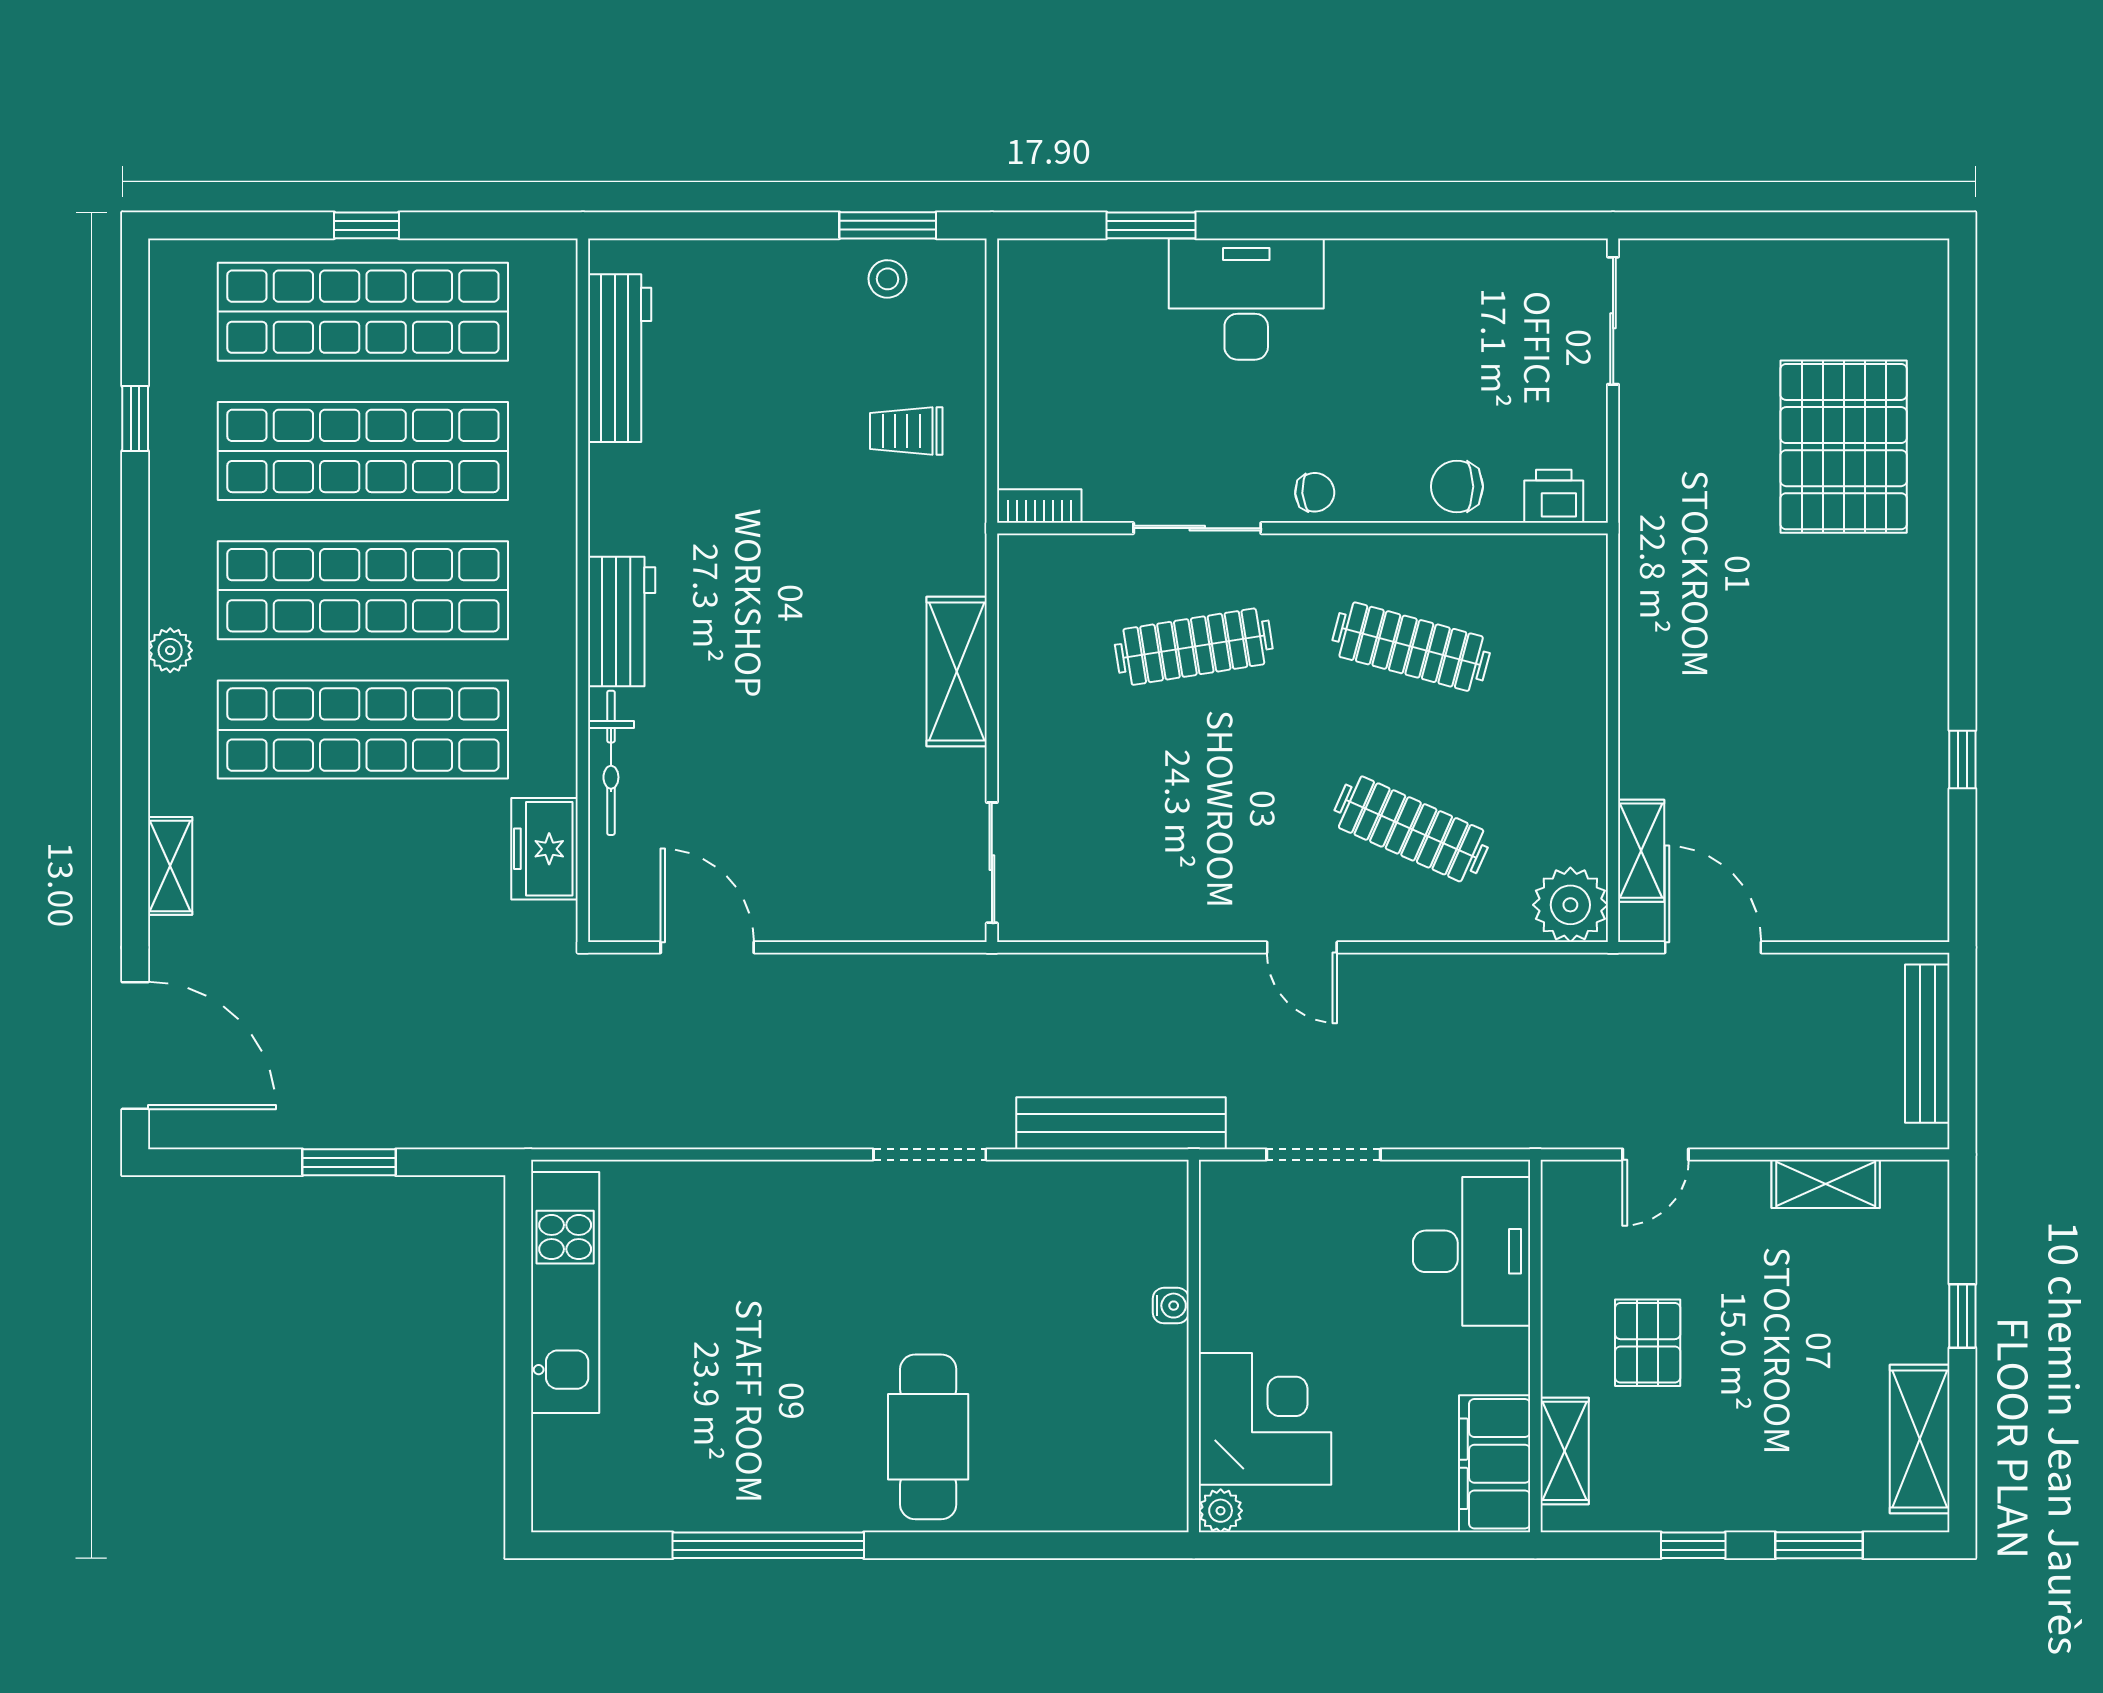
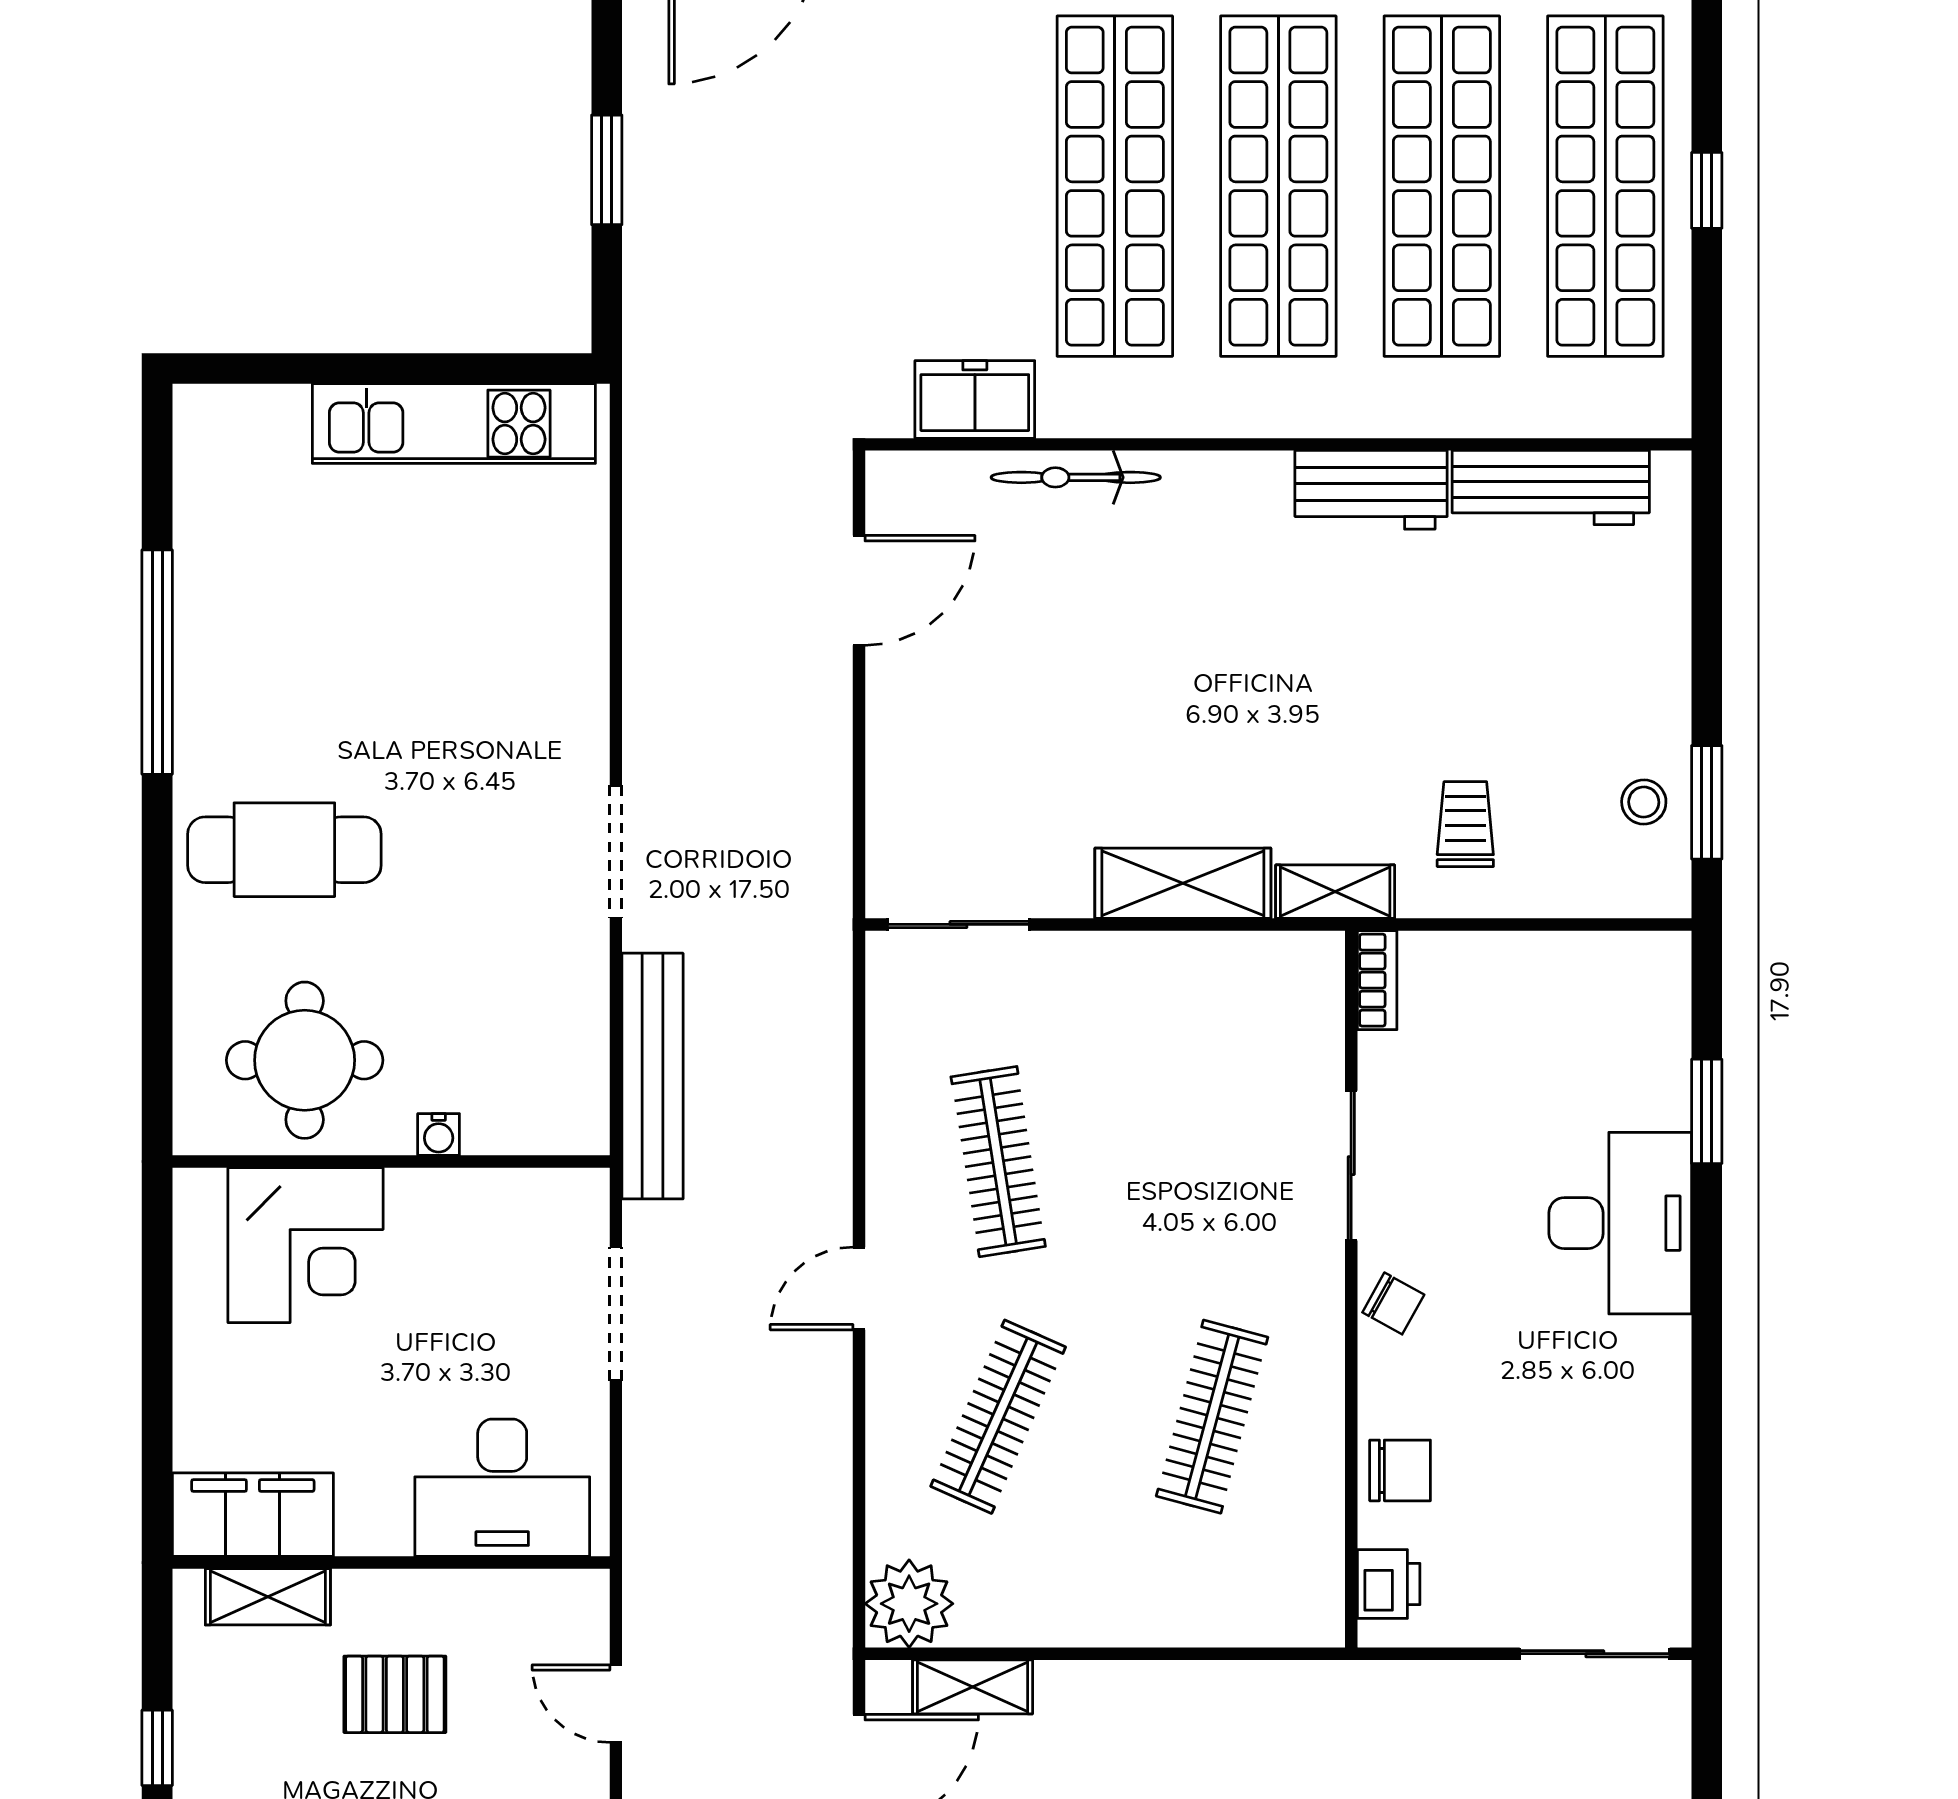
chair: (1457, 487) -> (1400, 1470), turned 90
chair: (1315, 492) -> (1393, 1303), turned -57
shelving: (964, 542) -> (1335, 892), added
workbench: (622, 622) -> (1371, 490), moved
clothes rail: (1194, 647) -> (998, 1162), moved
round table: (1107, 1420) -> (305, 1060), added
plant: (1221, 1511) -> (198, 1193), removed

